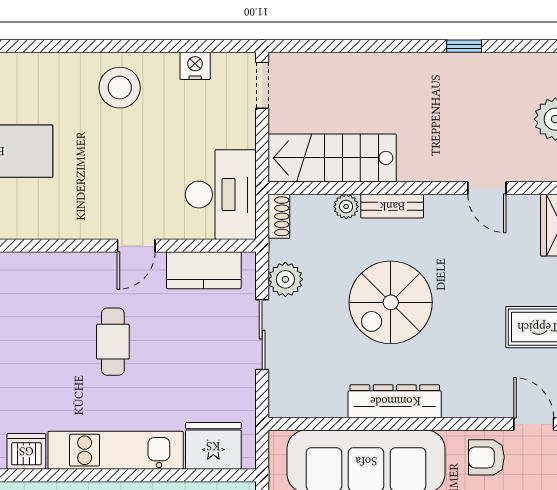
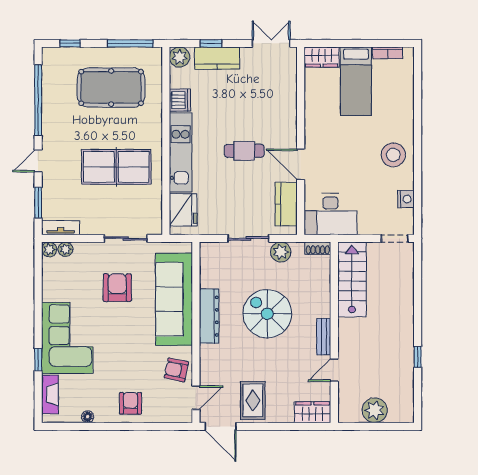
bench: (392, 206) -> (324, 337), moved
plant: (346, 207) -> (323, 288), removed
door: (136, 246) -> (301, 164), width x1.38
armchair: (486, 457) -> (176, 370), turned -78

